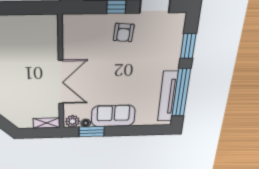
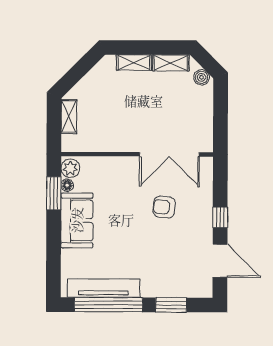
armchair: (124, 33) -> (164, 207), moved
double door: (61, 82) -> (169, 154), moved
shelving: (47, 123) -> (69, 116), moved

